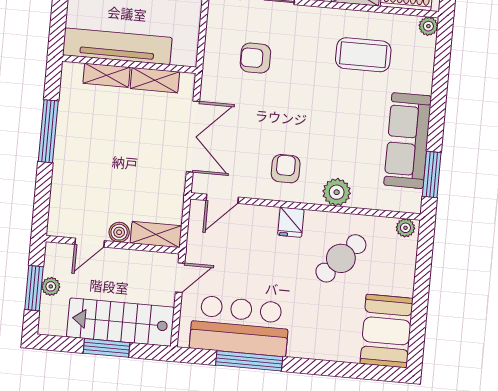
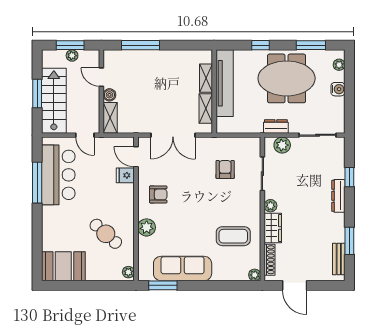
coffee table: (363, 55) -> (233, 236), turned 90
window: (48, 131) -> (140, 45), moved
fridge: (291, 222) -> (125, 175), moved

